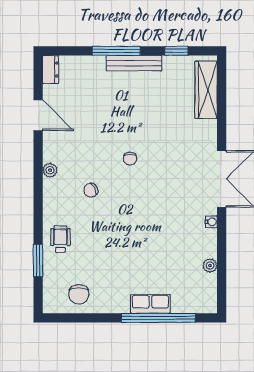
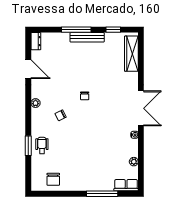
window: (38, 260) -> (28, 146), moved
row of seats: (150, 304) -> (126, 185), moved
window: (158, 318) -> (102, 194), width x0.68

